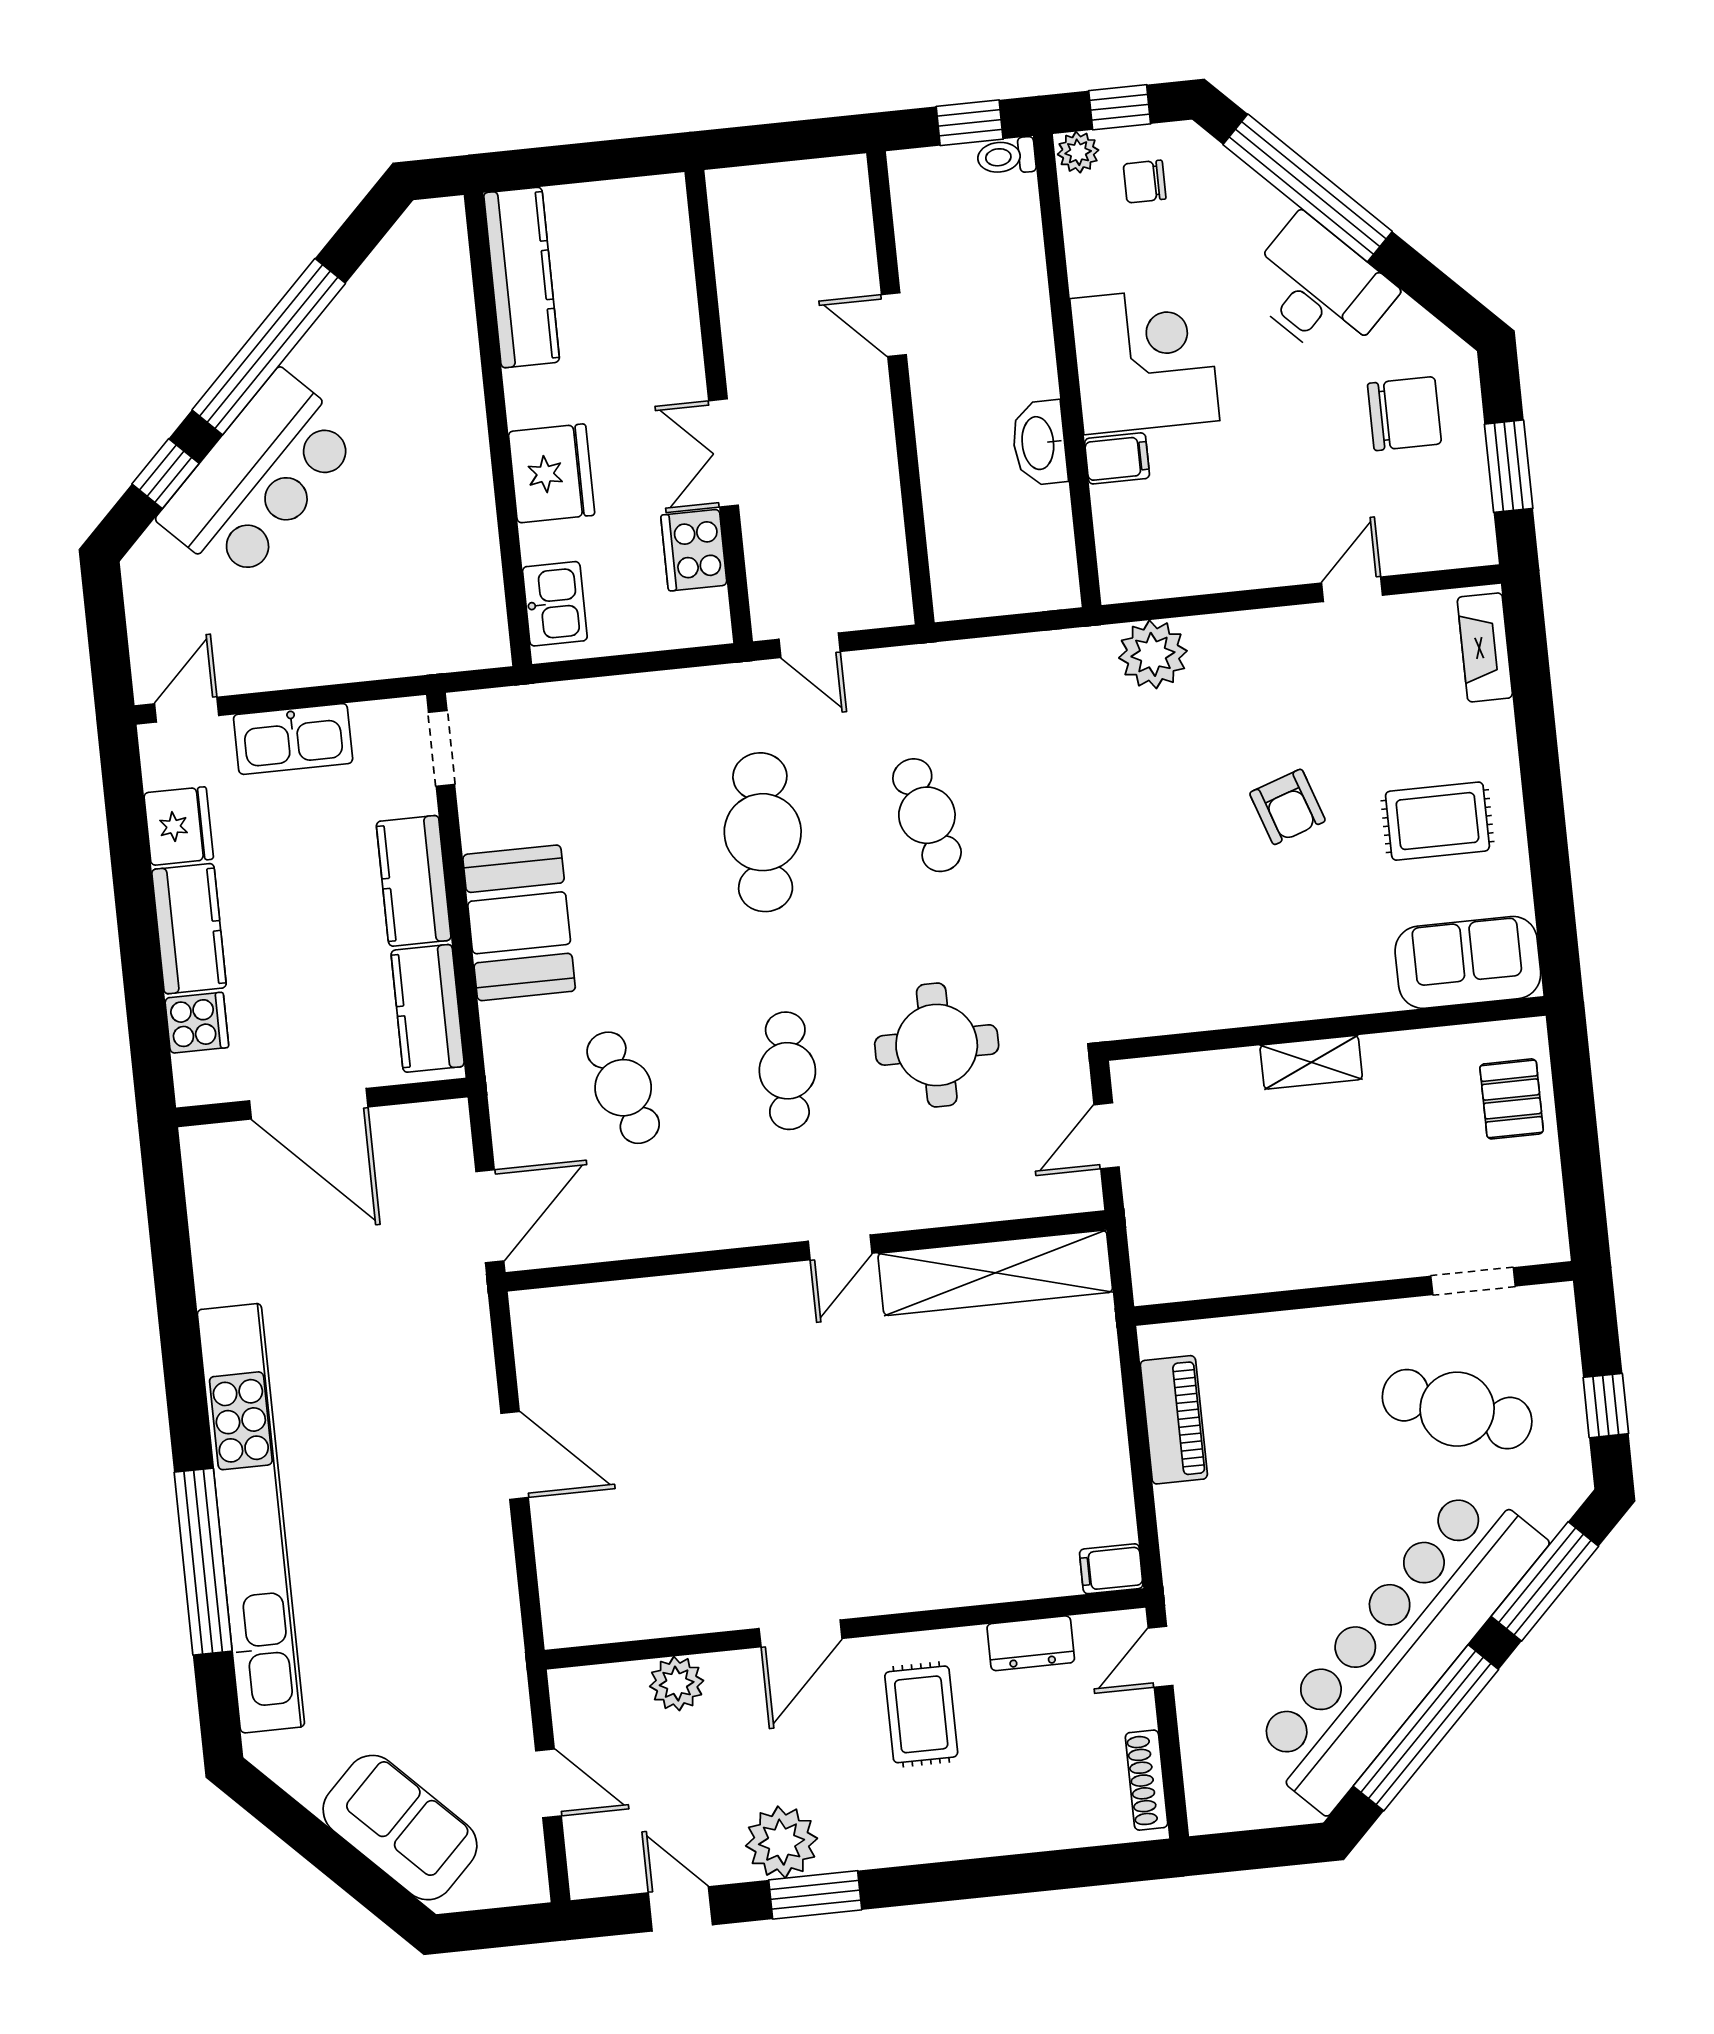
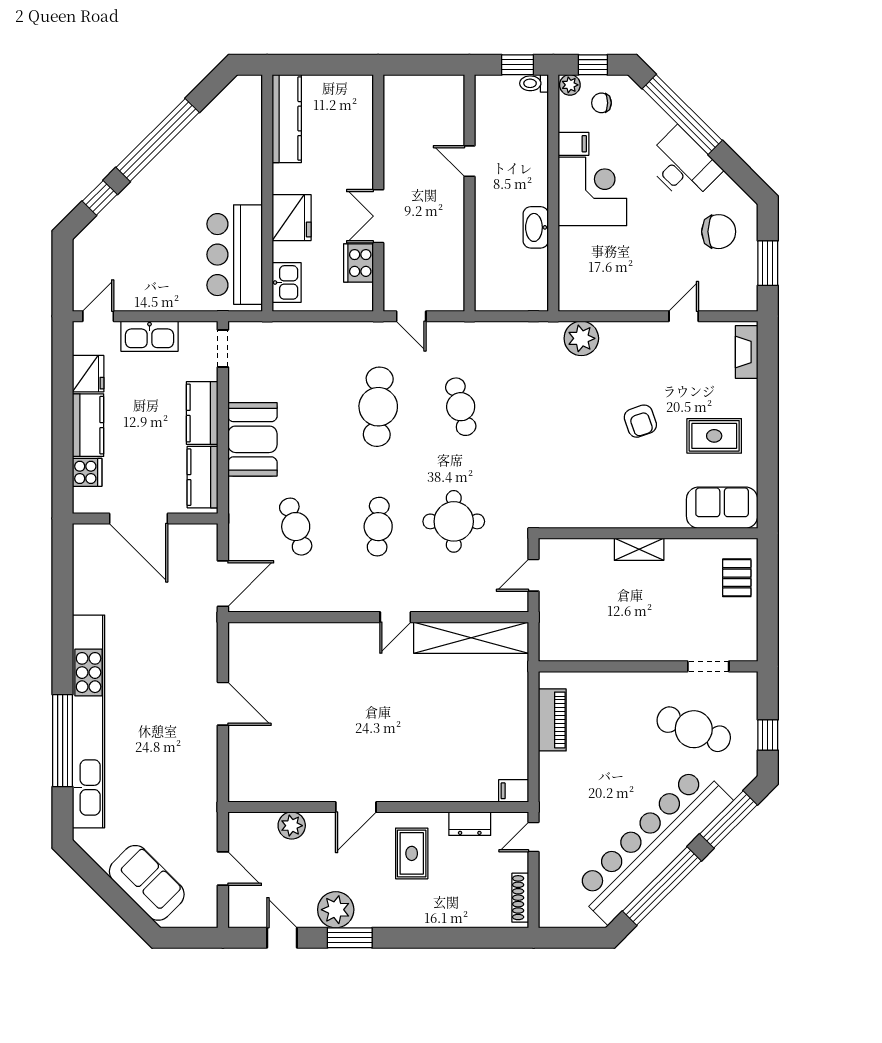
filing cabinet: (1117, 458) -> (574, 144), moved
bar counter: (259, 477) -> (235, 255), moved, turned 135

